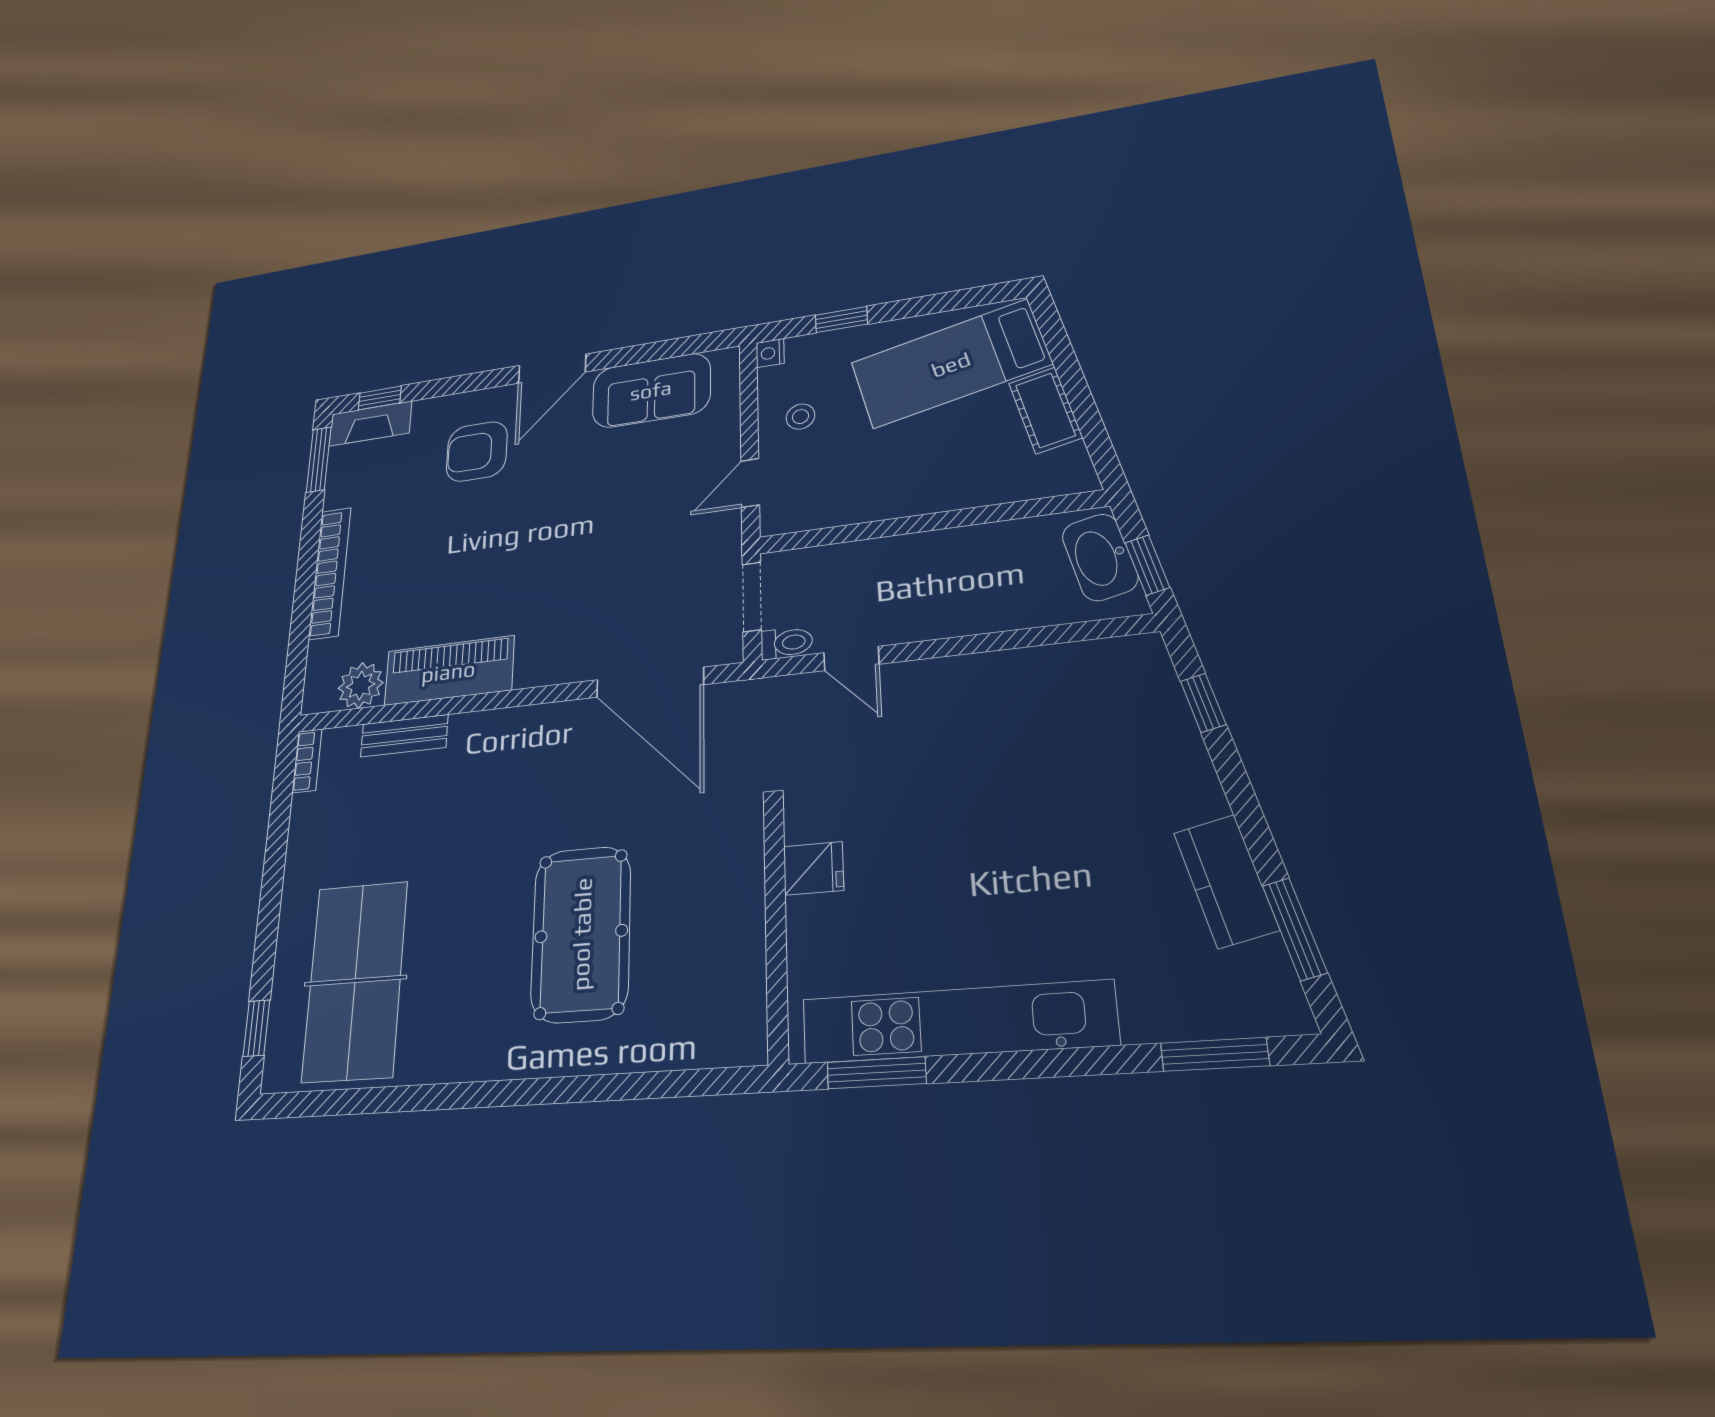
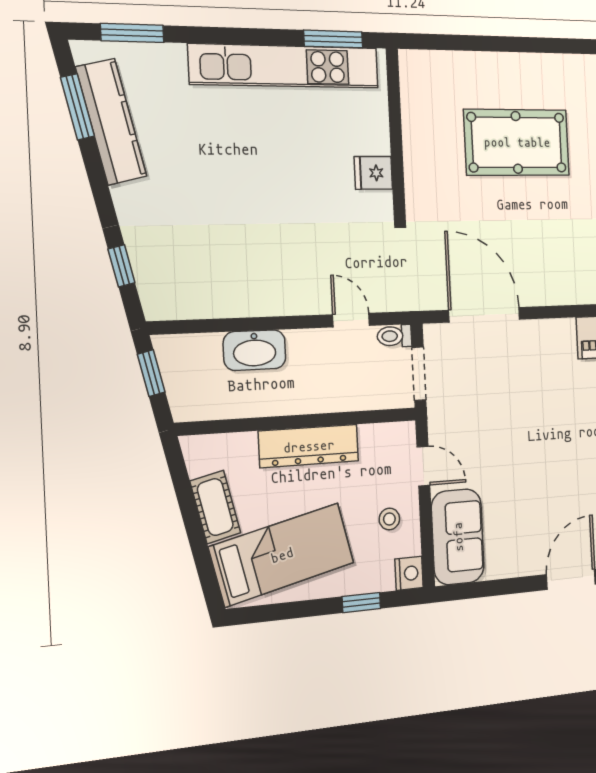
nightstand: (770, 353) -> (409, 573), width x1.39, depth x1.35
sofa: (651, 390) -> (458, 537), moved, turned 90
door: (750, 483) -> (423, 466), hinge flipped
dresser: (914, 494) -> (309, 446), added
washbasin: (1100, 557) -> (255, 350), moved, turned 103
kitchen counter: (1226, 881) -> (111, 122), width x1.50
pool table: (581, 934) -> (517, 142), turned 90

